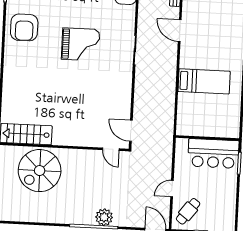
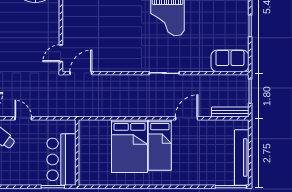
bed: (204, 58) -> (160, 145), added
bed: (204, 81) -> (130, 146), width x1.50

